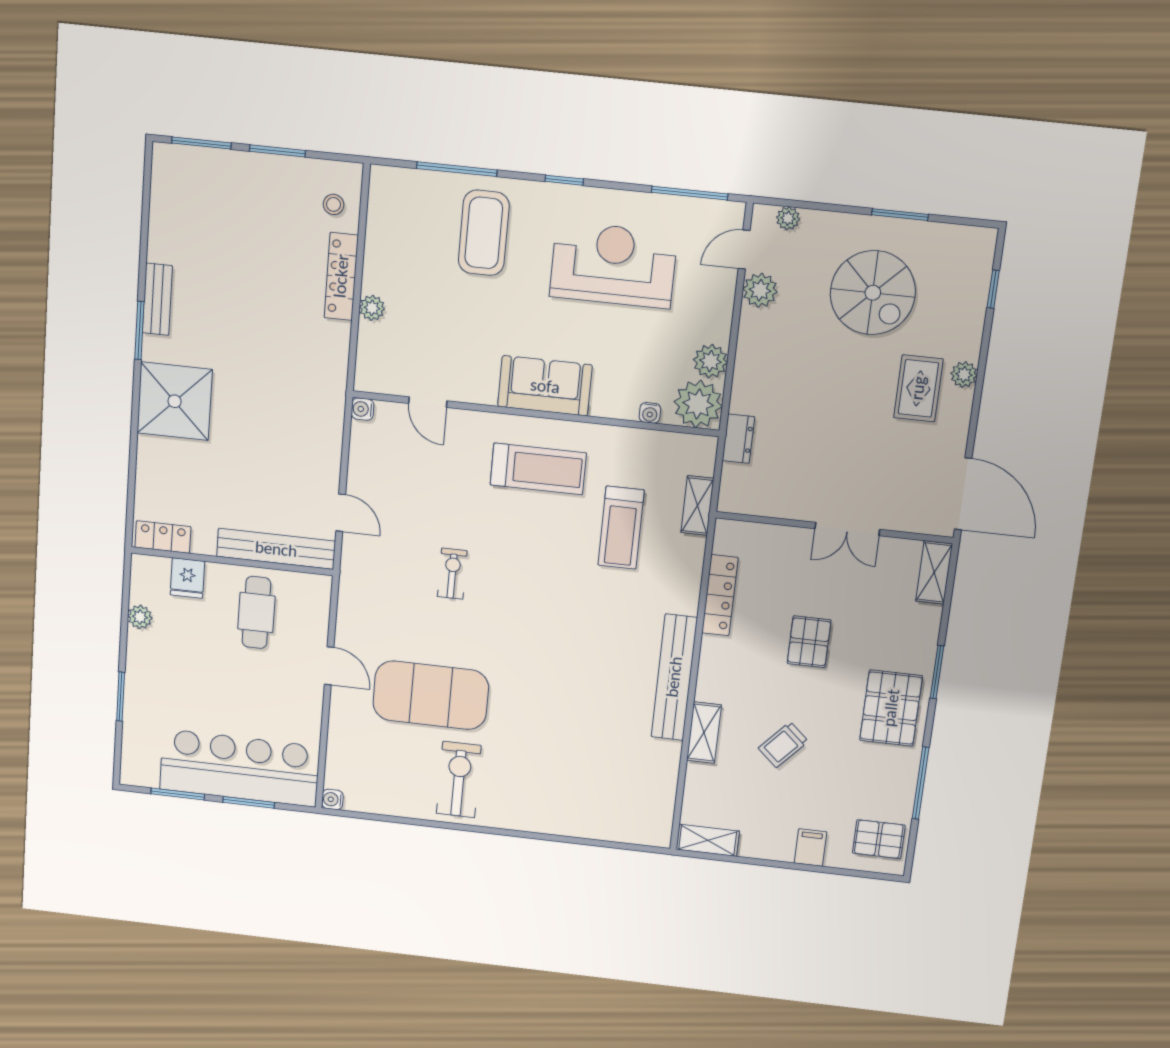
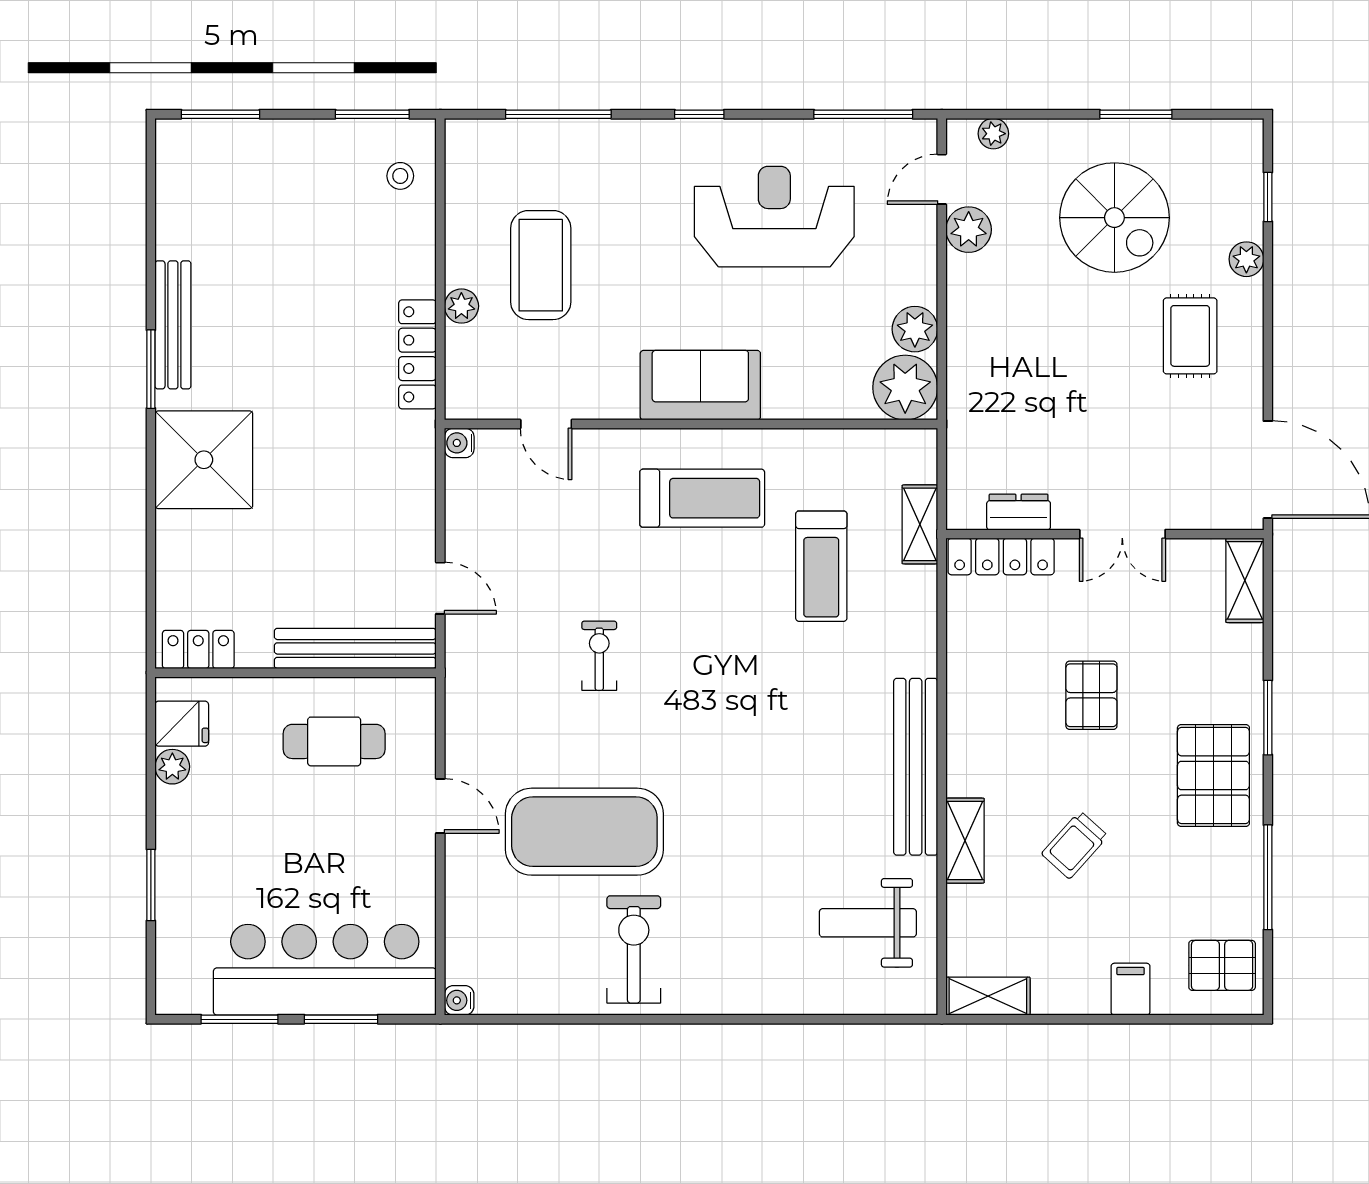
window: (277, 151) -> (372, 114), moved
coffee table: (484, 233) -> (541, 265), moved
locker: (341, 276) -> (417, 354), moved
bench: (157, 299) -> (173, 325), width x1.36
plant: (964, 375) -> (1246, 259), moved
water cooler: (650, 413) -> (843, 406), removed
dresser: (738, 439) -> (1019, 512), moved, turned -90
fridge: (187, 578) -> (182, 724), moved, turned -90
locker: (720, 595) -> (1001, 556), moved, turned 90
cafe table: (256, 612) -> (334, 741), turned 90
weight bench: (628, 781) -> (868, 923), added

